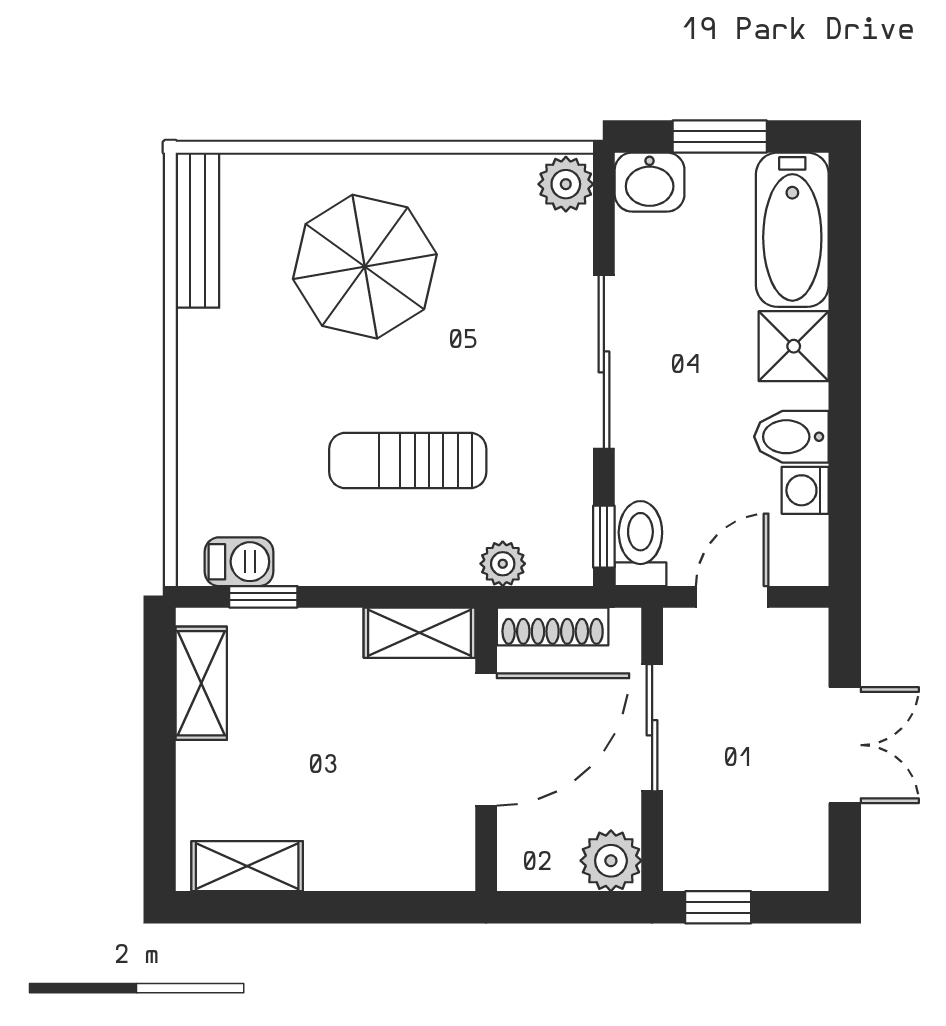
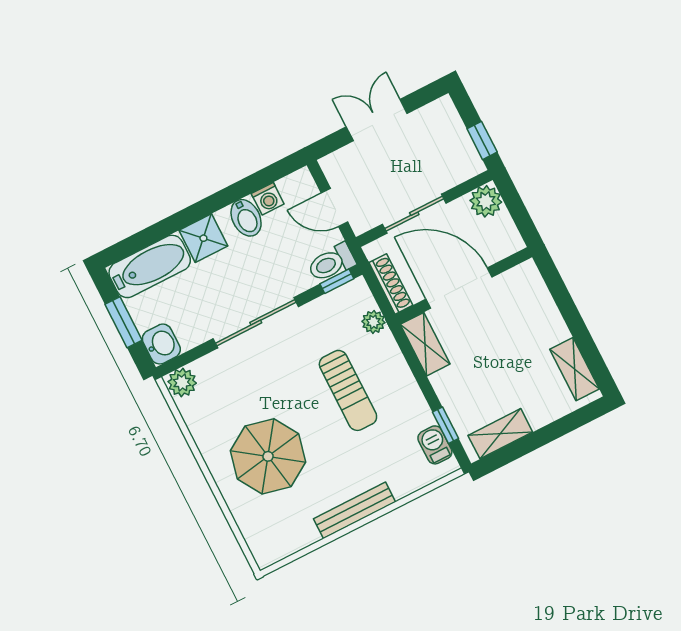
bench: (197, 230) -> (354, 510), moved

